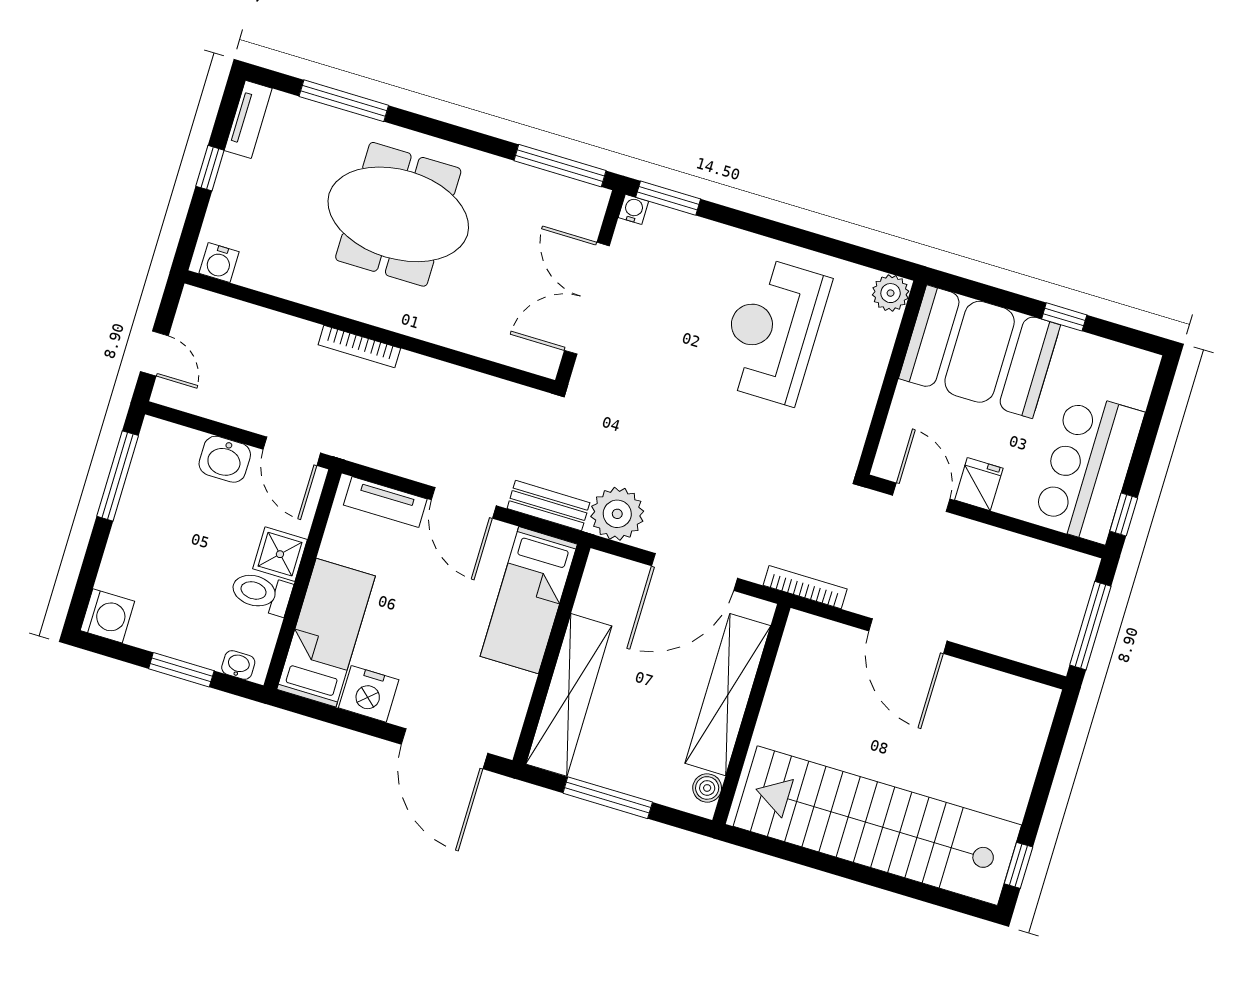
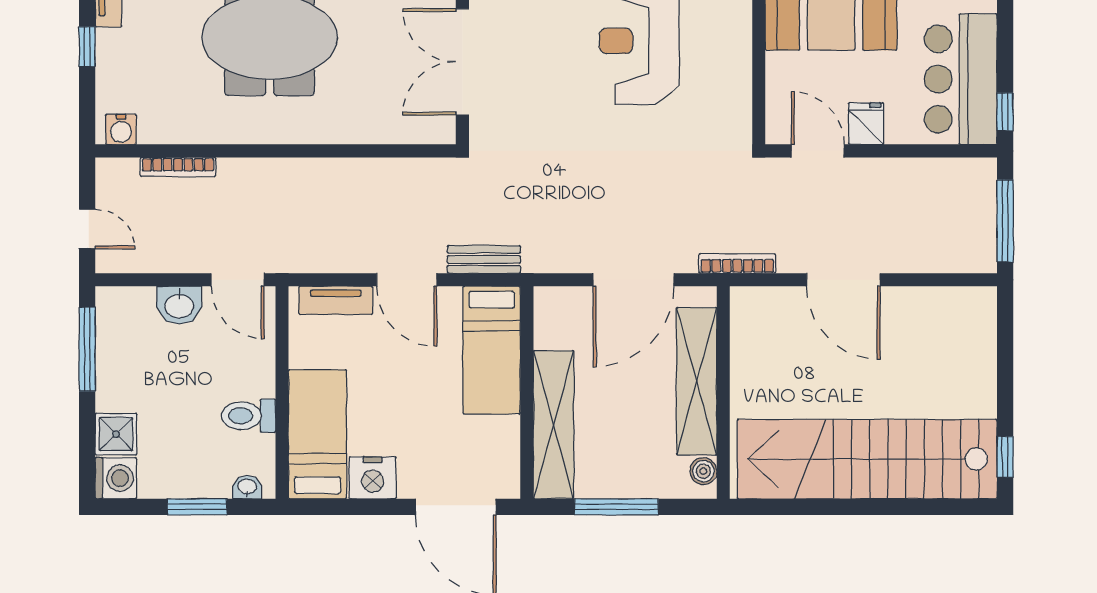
bookcase: (359, 346) -> (178, 167), moved
plant: (617, 514) -> (548, 248), removed
shower: (280, 554) -> (116, 434), moved

